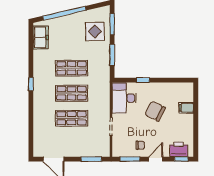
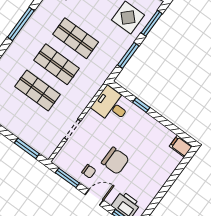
window: (31, 84) -> (21, 24), width x2.17
desk: (124, 98) -> (111, 105), width x0.73
filing cabinet: (186, 108) -> (181, 146), moved
chair: (155, 111) -> (115, 161), moved, turned 153

